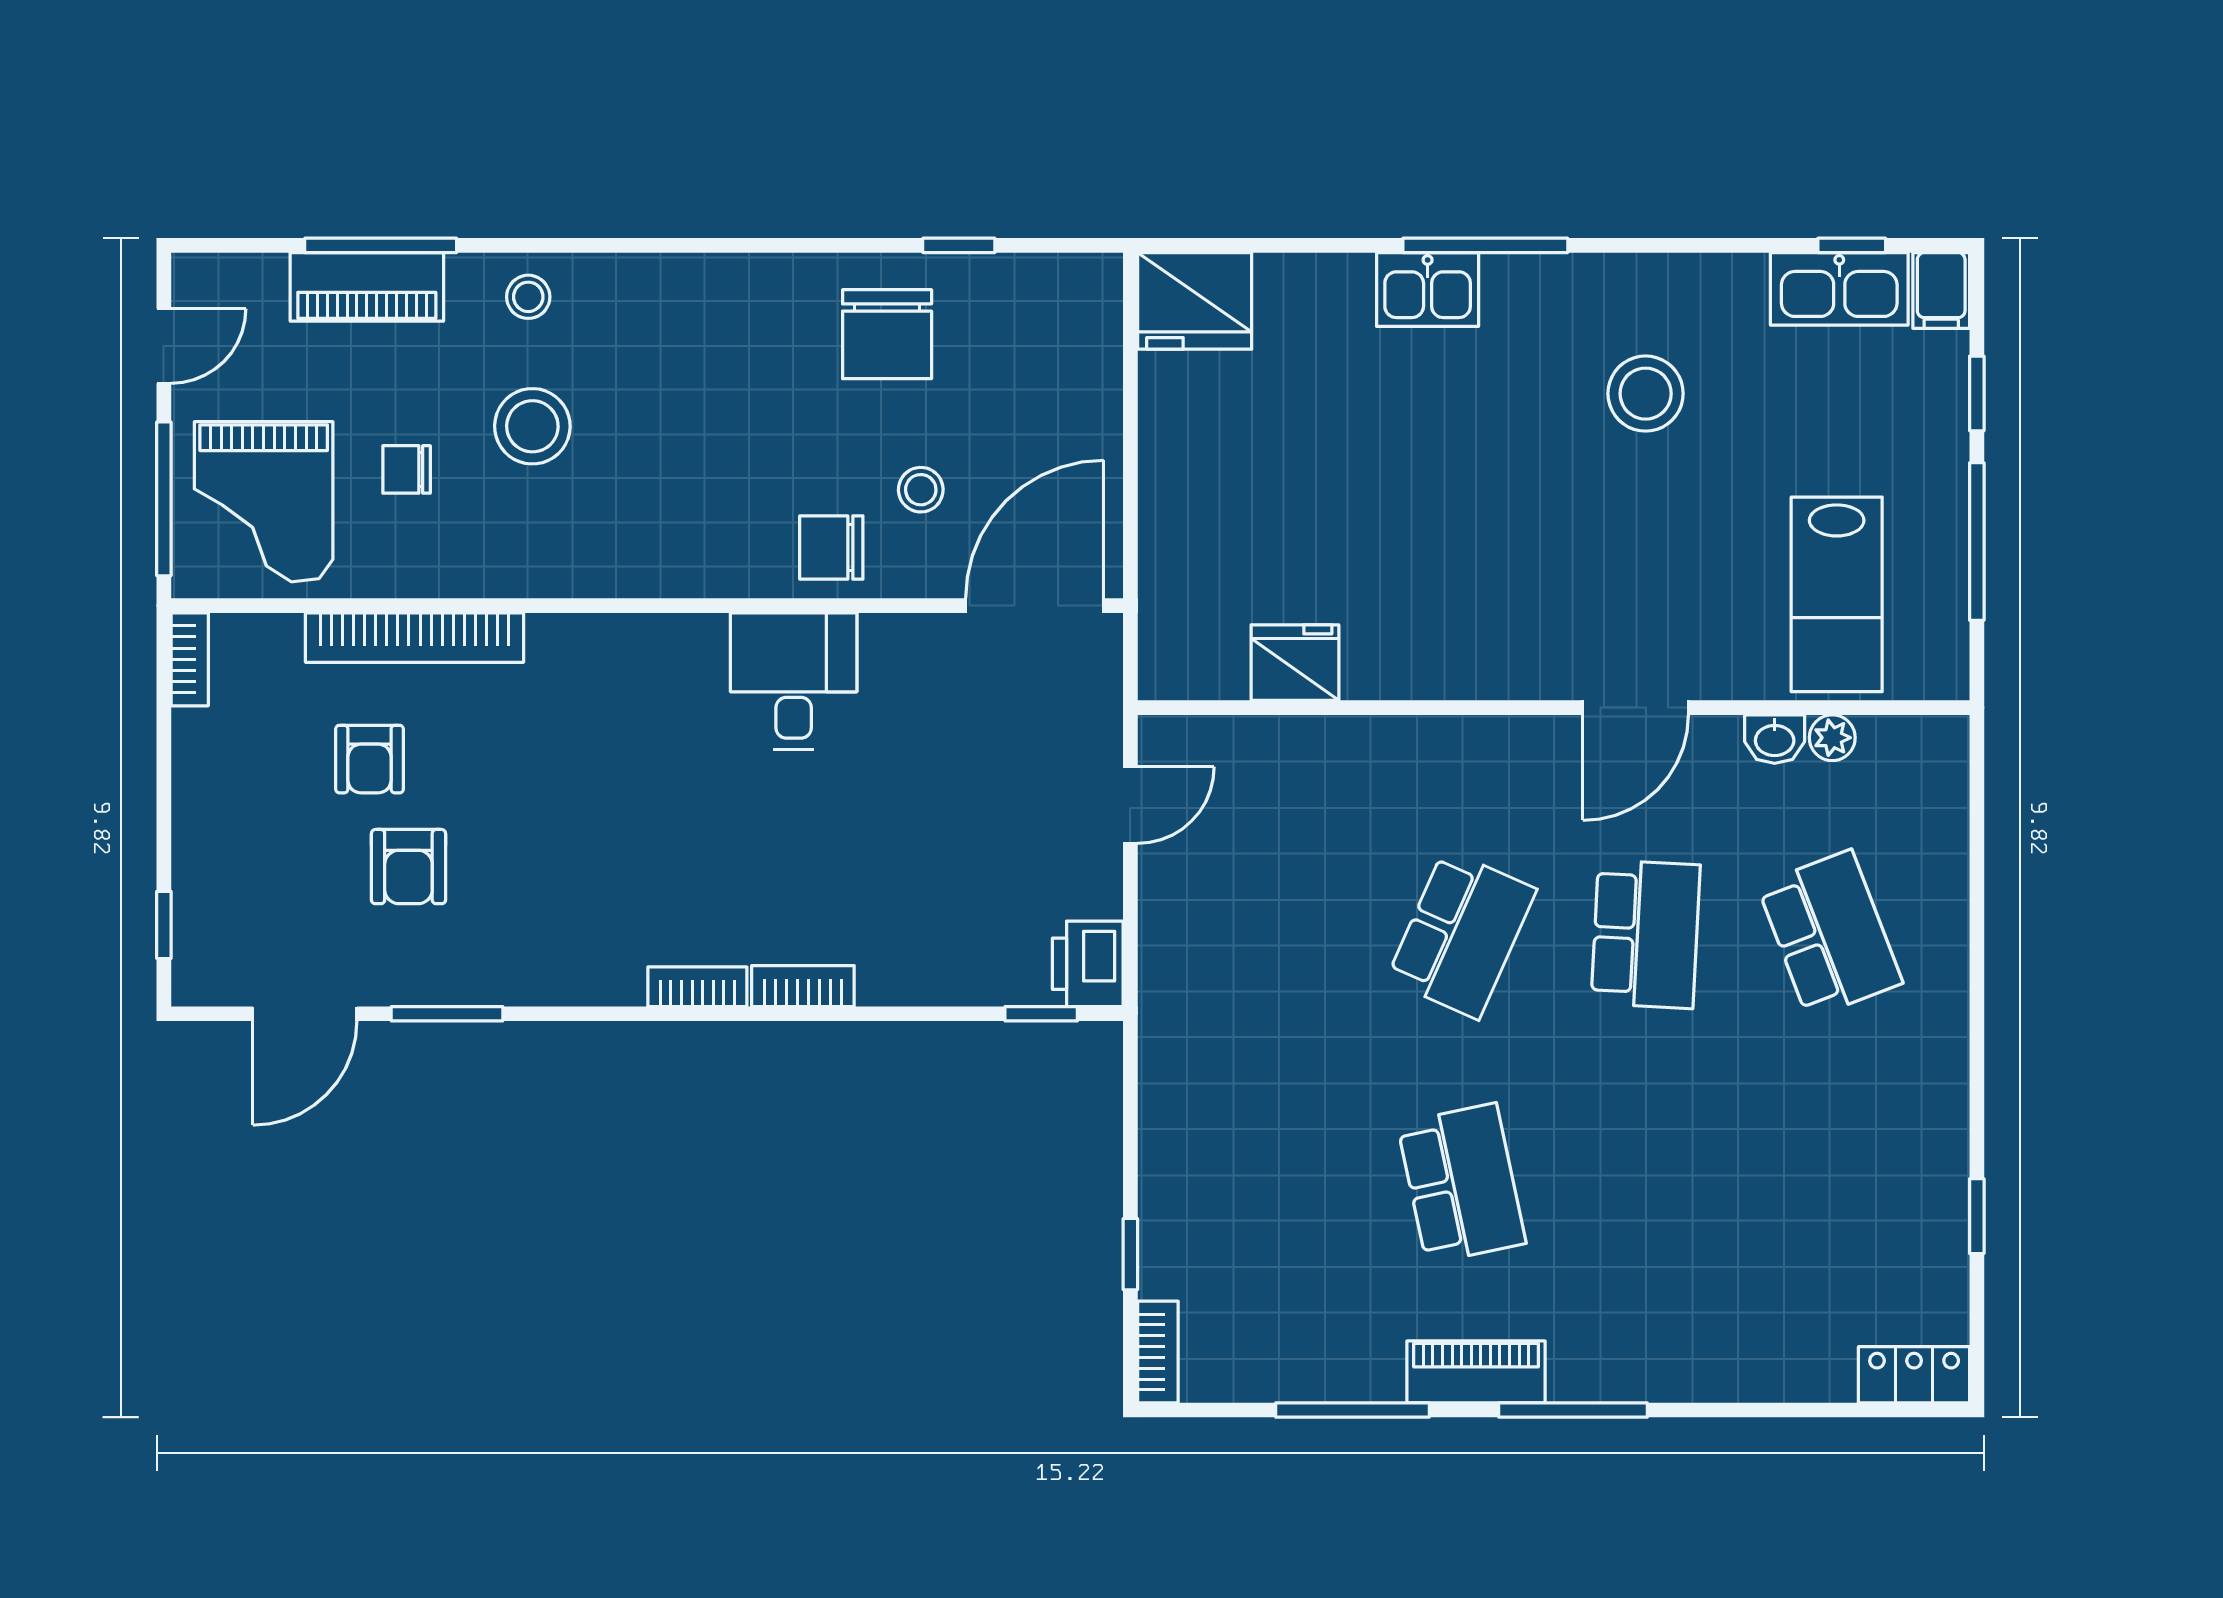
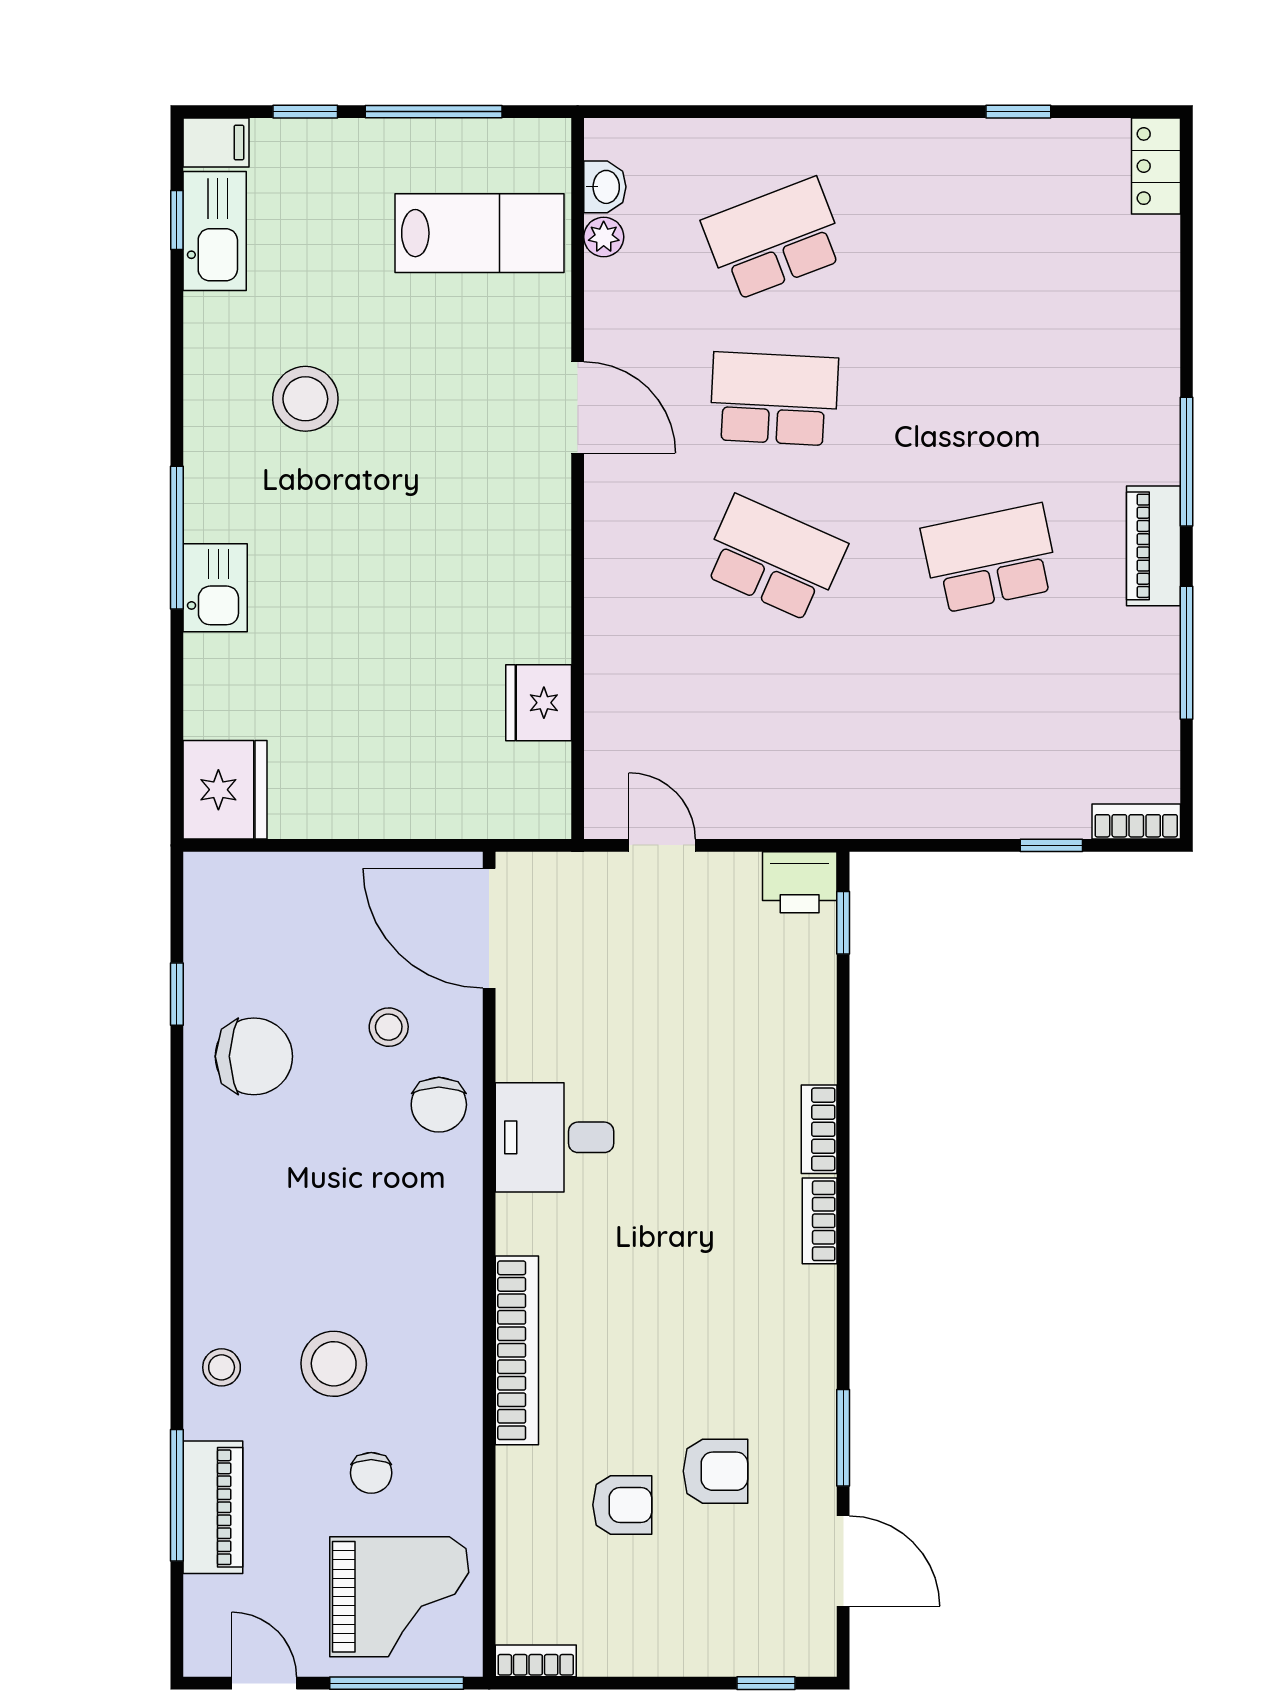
bookcase: (414, 638) -> (517, 1350), moved
washbasin: (1775, 739) -> (605, 187), moved

